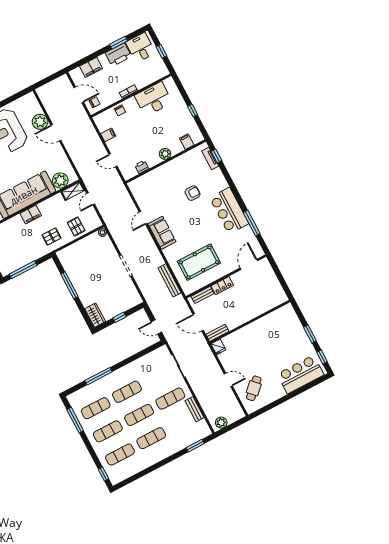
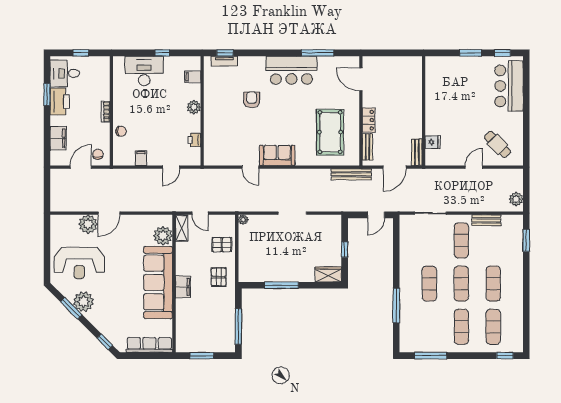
desk: (153, 99) -> (144, 71), moved, turned 90
bench: (169, 280) -> (351, 174), moved
fridge: (218, 347) -> (433, 142), moved
exercise mat: (96, 408) -> (429, 327), removed

